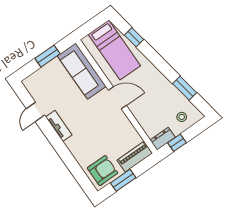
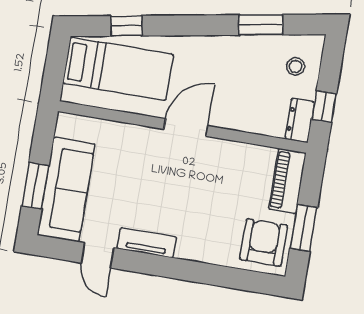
window: (48, 56) -> (35, 186), moved
sofa: (82, 71) -> (66, 190), moved, turned -90

